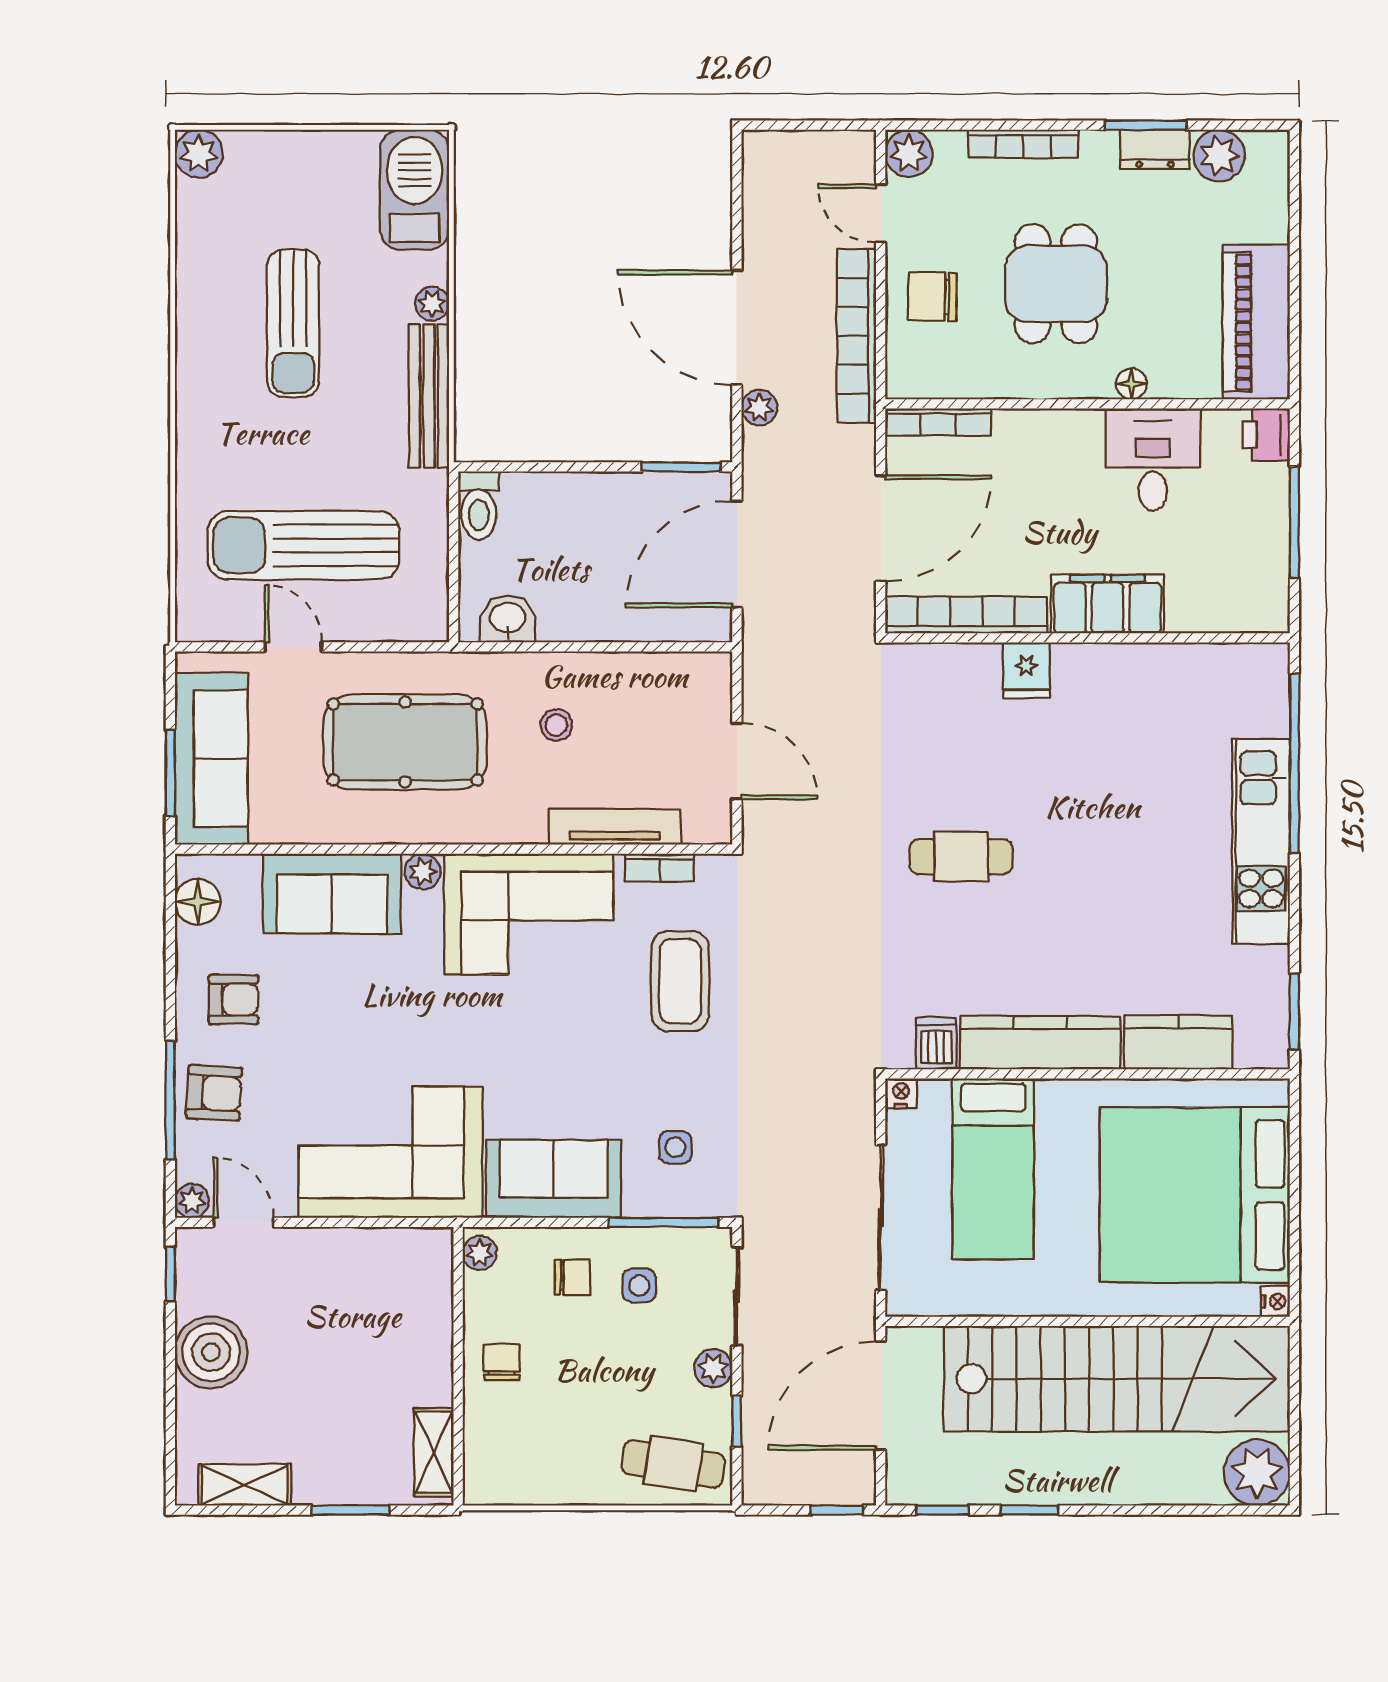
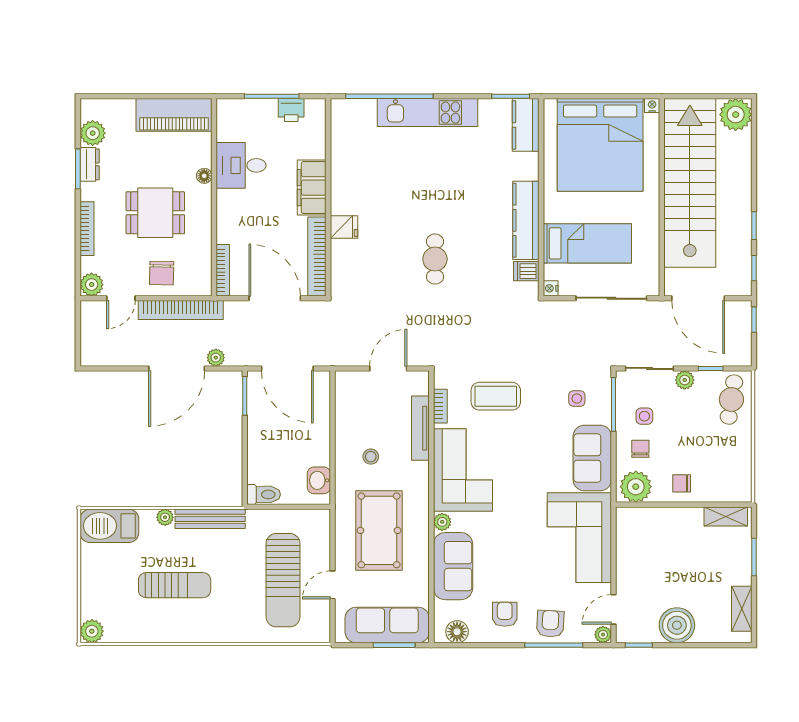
printer: (1266, 435) -> (291, 110), moved
kitchen counter: (1178, 1042) -> (526, 125), moved
plant: (480, 1253) -> (636, 487), width x1.88, depth x1.88

